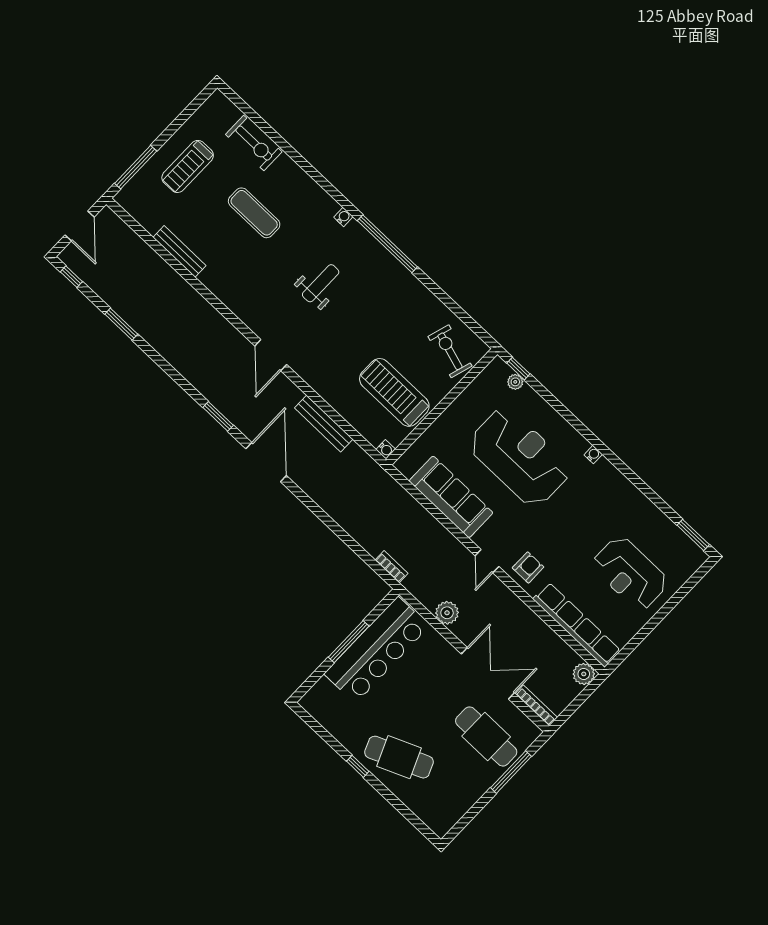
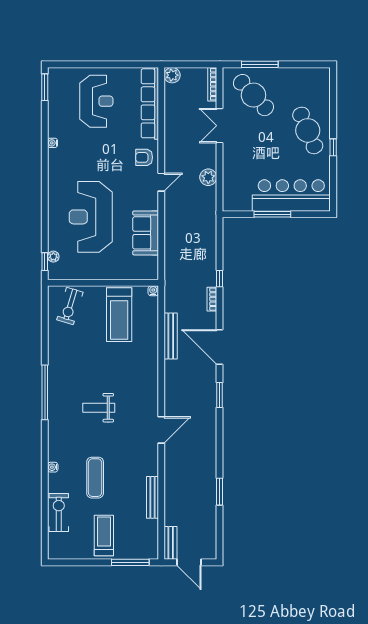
treadmill: (188, 166) -> (104, 535), turned -90
water cooler: (343, 217) -> (53, 467), moved
door: (80, 226) -> (189, 562), swing flipped
bench: (117, 226) -> (171, 543), added
window: (71, 277) -> (220, 279), moved
door: (271, 355) -> (161, 430), moved
water cooler: (593, 455) -> (53, 143), moved
door: (266, 462) -> (220, 347), hinge flipped
sofa: (451, 497) -> (146, 233), width x0.73
bookcase: (392, 567) -> (212, 299), moved
bar counter: (377, 650) -> (291, 196), moved
double door: (488, 673) -> (220, 126), width x0.73
cafe table: (486, 737) -> (253, 95), turned -43

